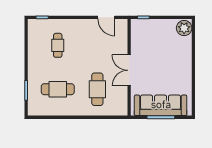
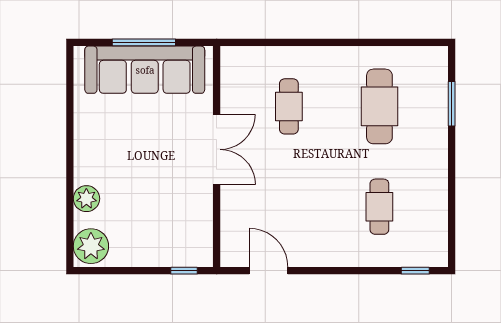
plant: (186, 49) -> (86, 199), added
cafe table: (58, 89) -> (379, 106), turned 90
cafe table: (97, 89) -> (289, 106), width x0.73, depth x0.74

